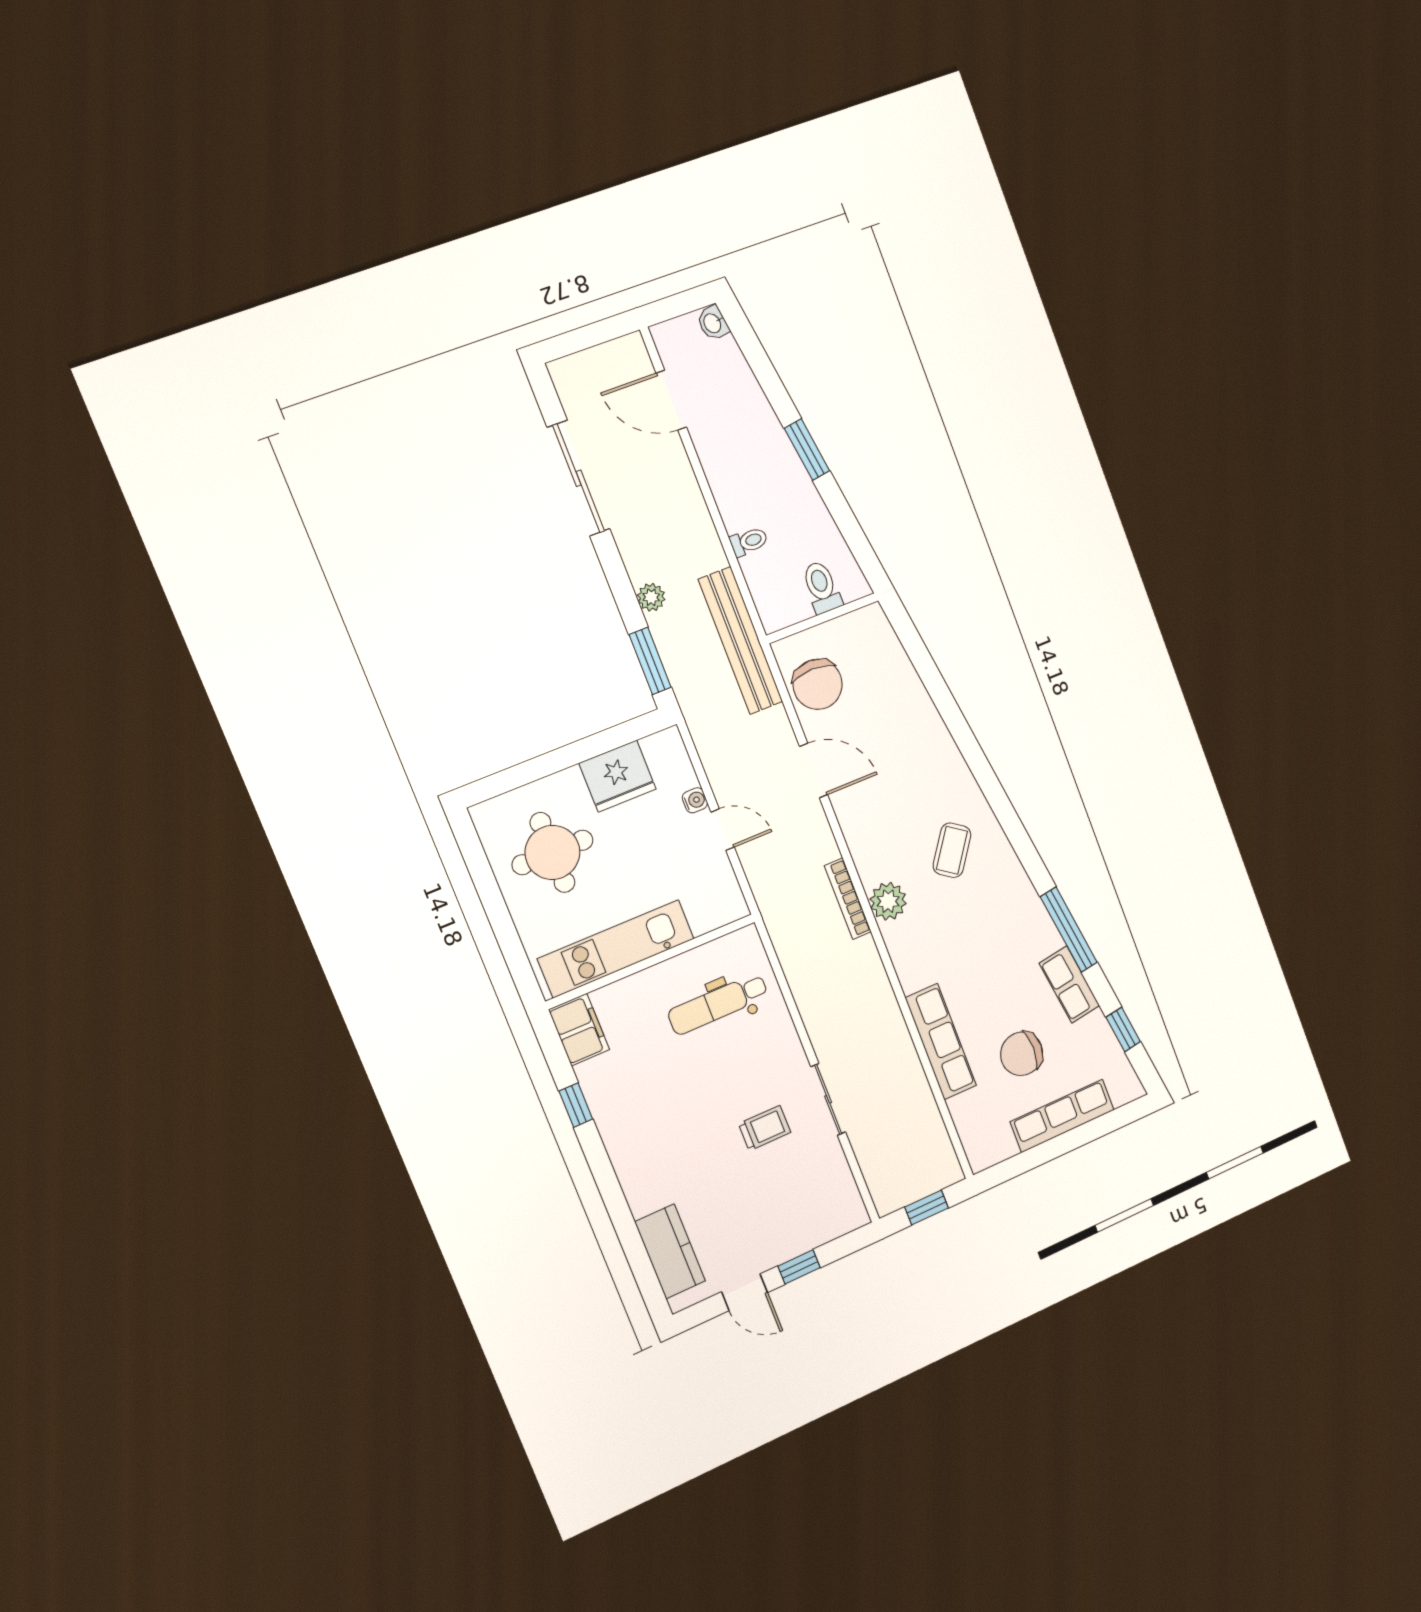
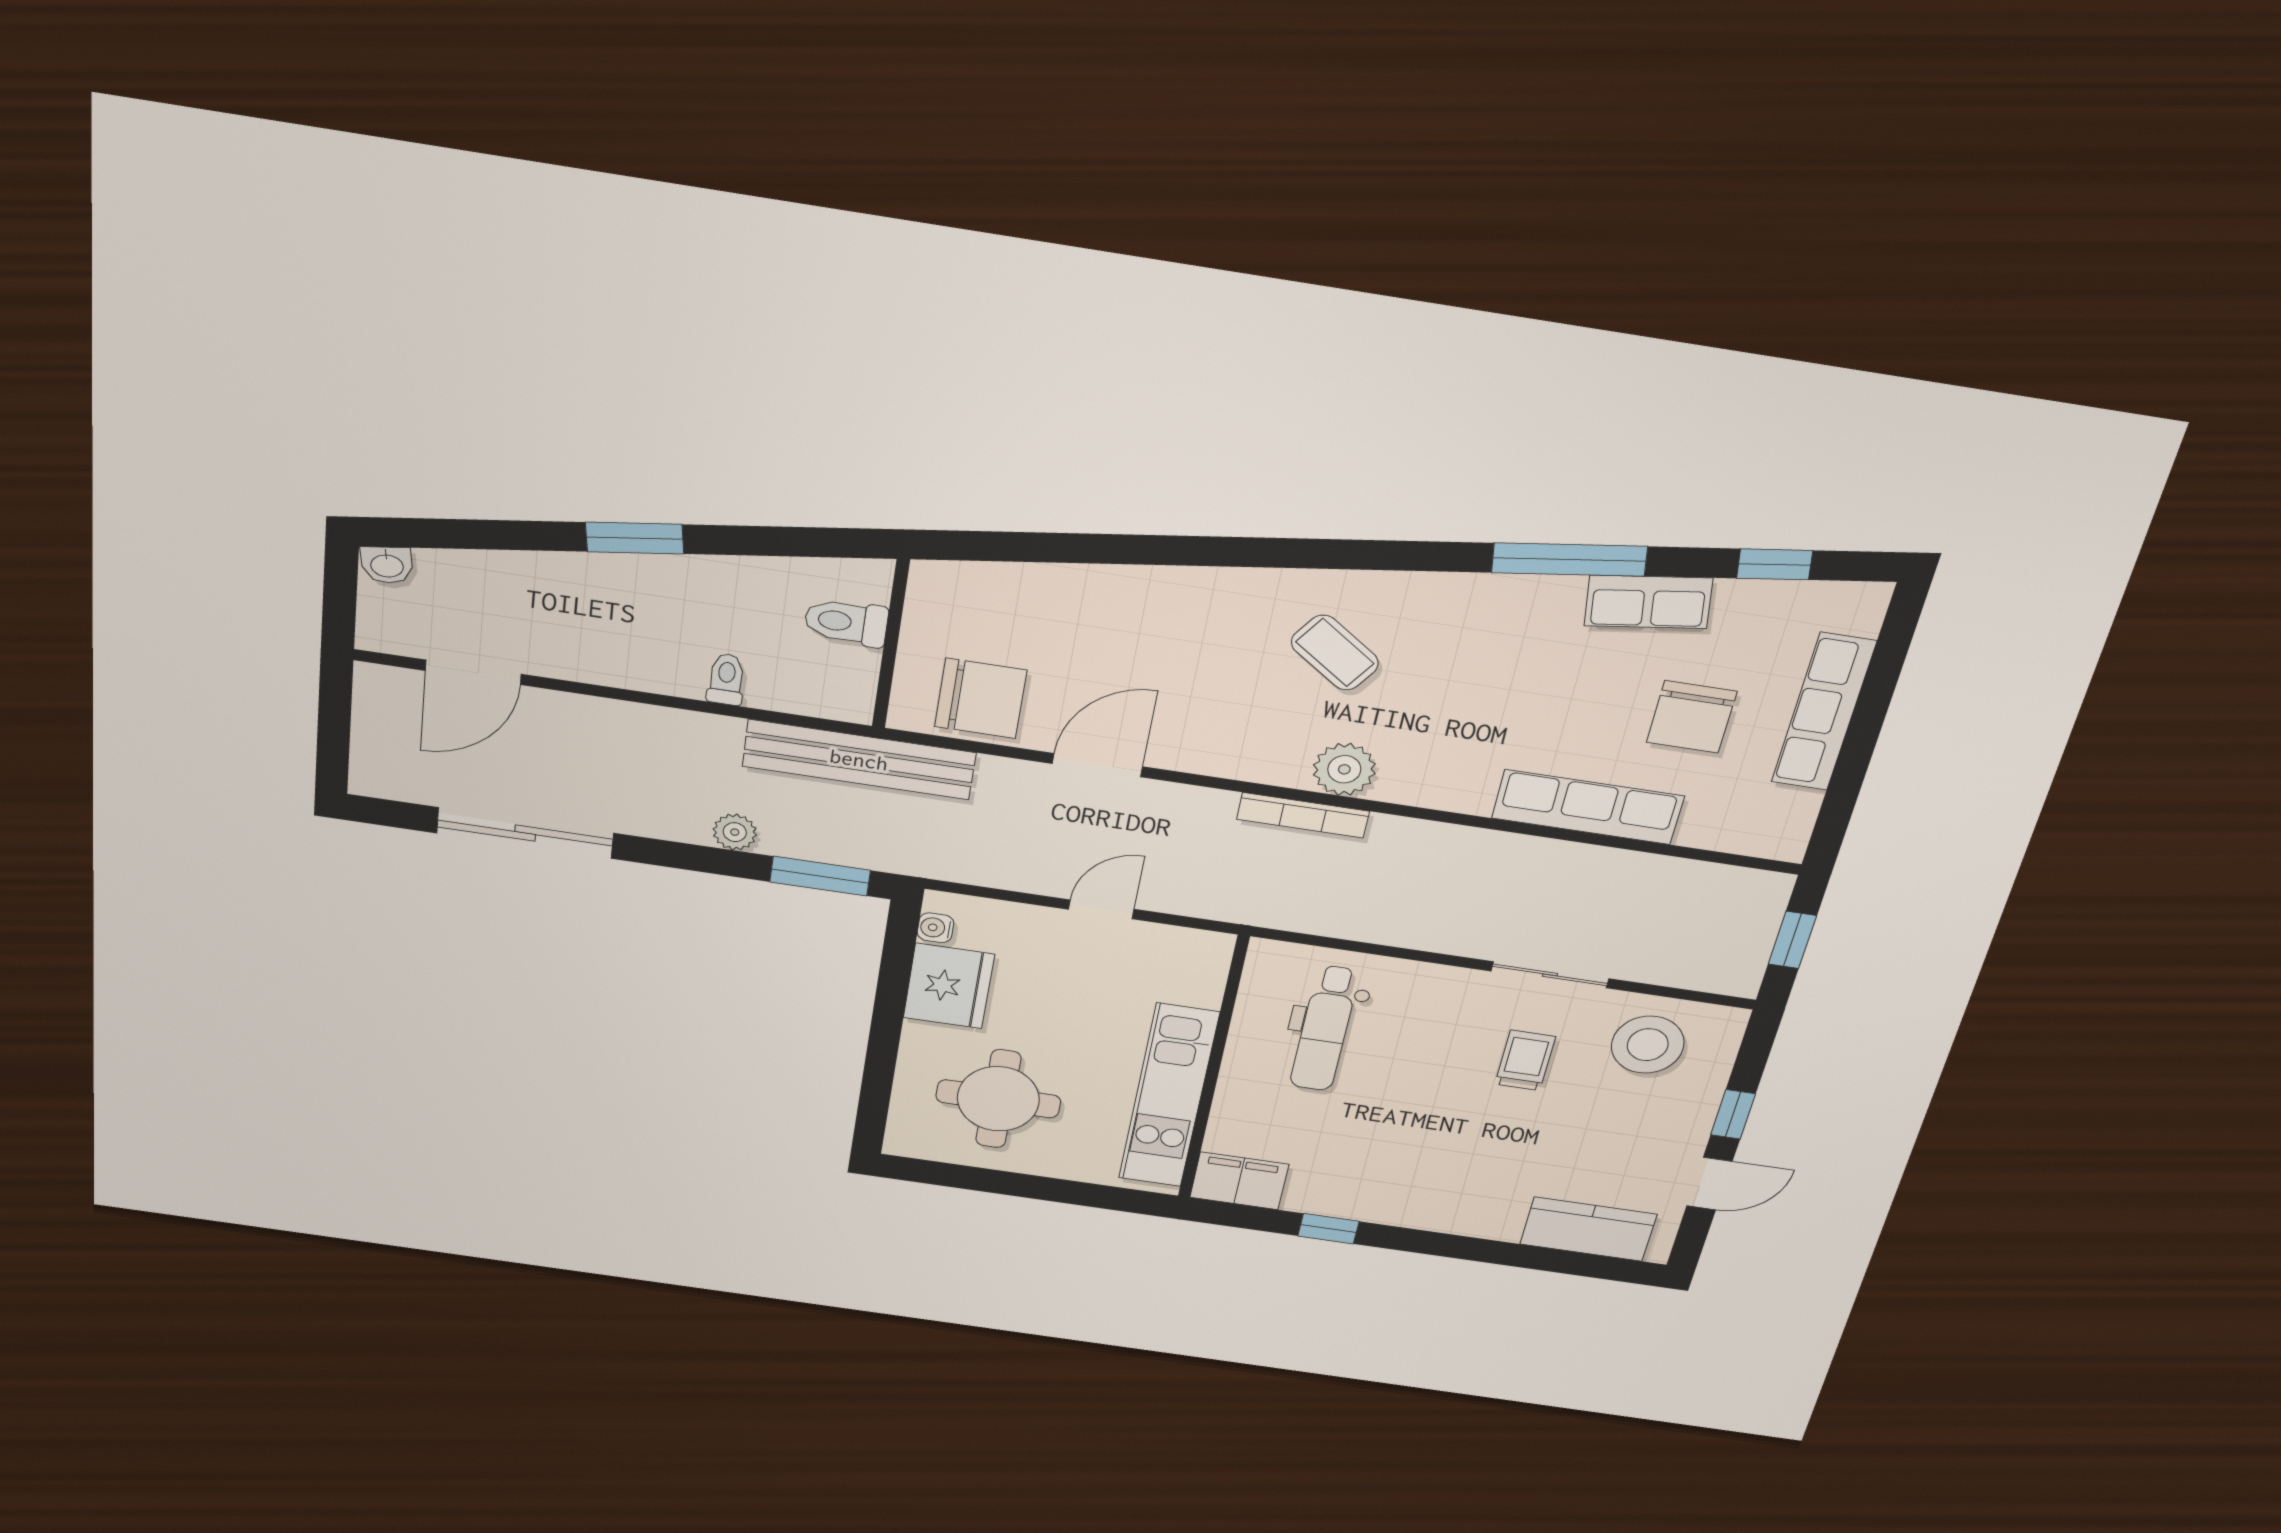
water cooler: (695, 800) -> (935, 928), moved, turned -90
stool: (816, 1185) -> (1648, 1045), added

